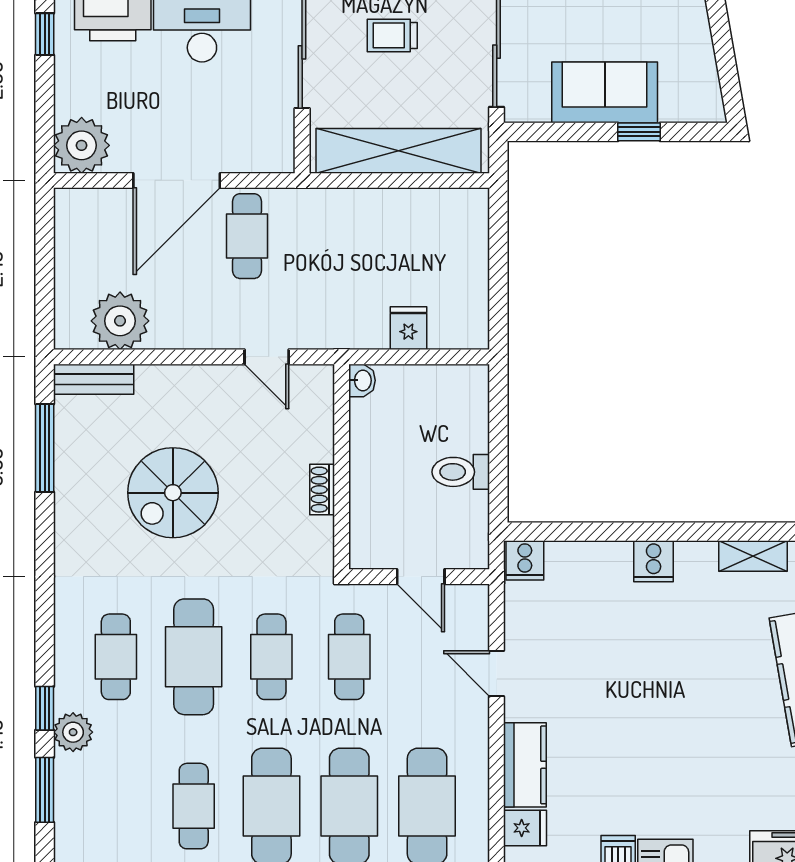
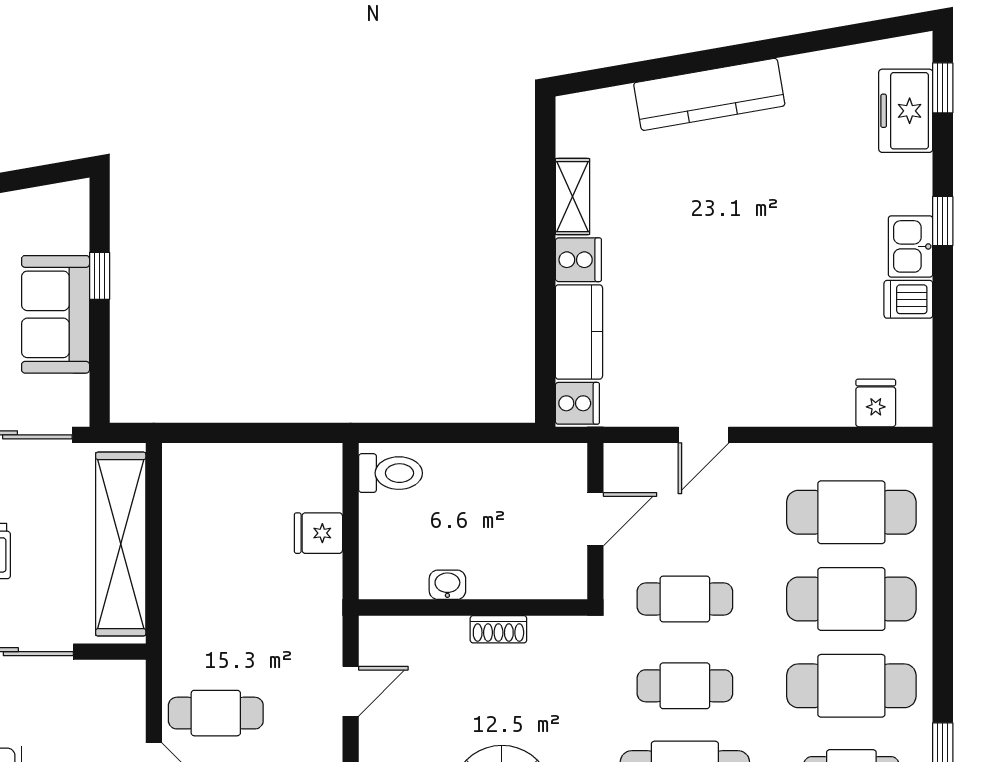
washbasin: (362, 380) -> (447, 585), moved
toilet: (461, 472) -> (391, 473), moved, turned -90
shelving: (753, 556) -> (572, 197), moved
kitchen counter: (525, 765) -> (579, 332), moved, turned 90

